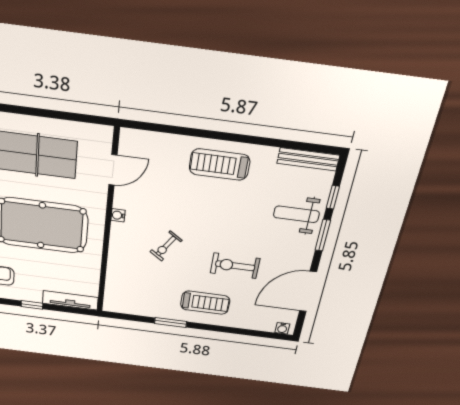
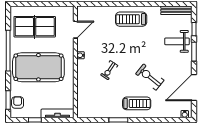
exercise bike: (235, 266) -> (150, 77), turned 39

